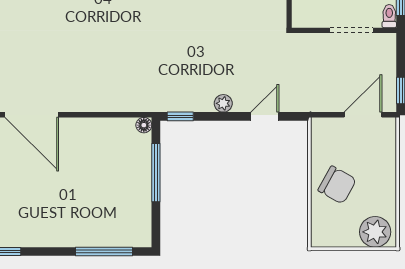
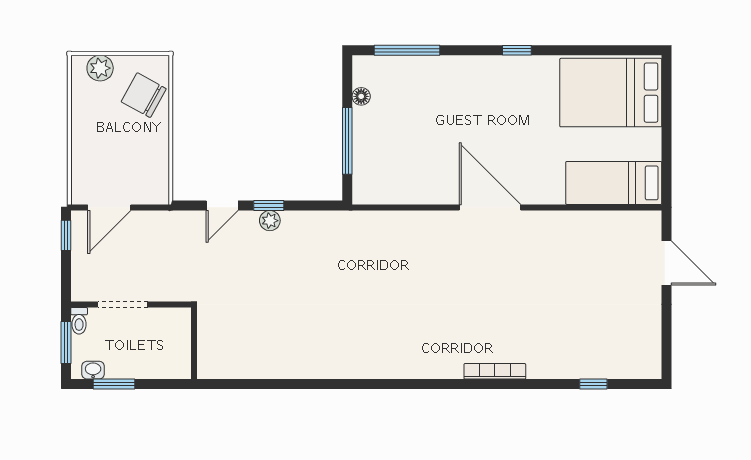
window: (180, 116) -> (269, 205), moved
floor lamp: (144, 125) -> (361, 96), moved
chair: (337, 185) -> (144, 95), moved
plant: (375, 232) -> (100, 68), width x0.73, depth x0.73

